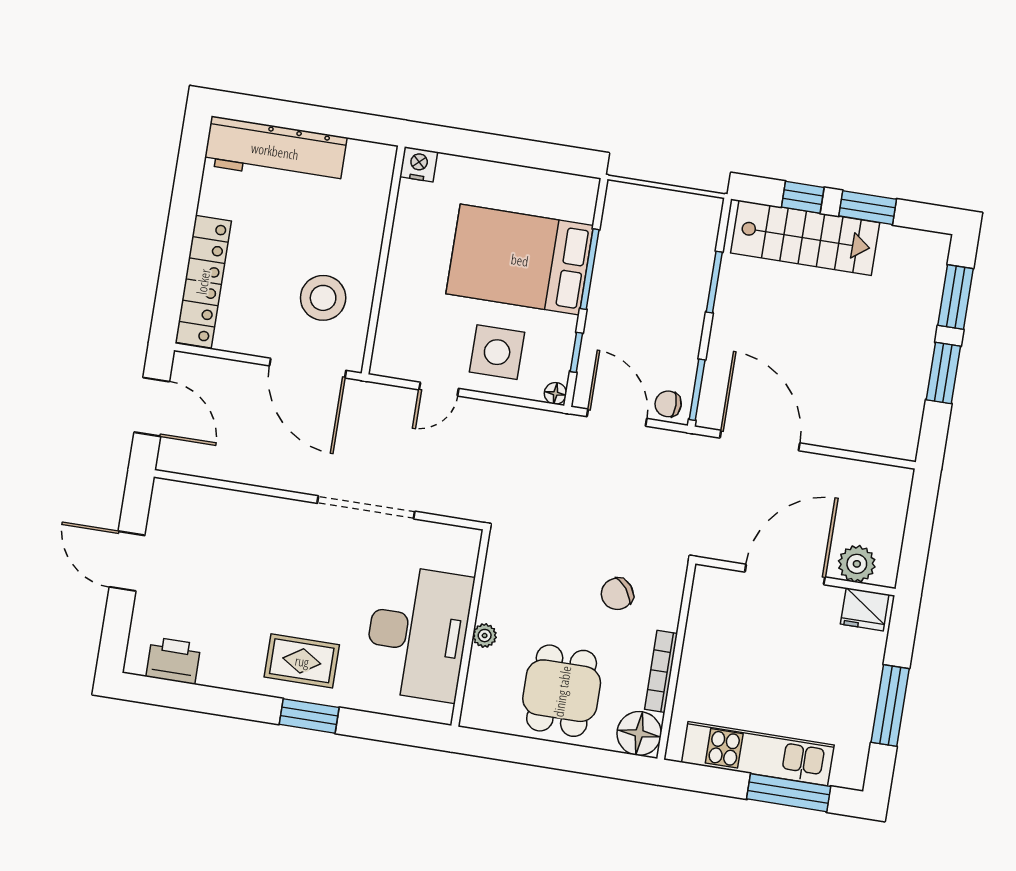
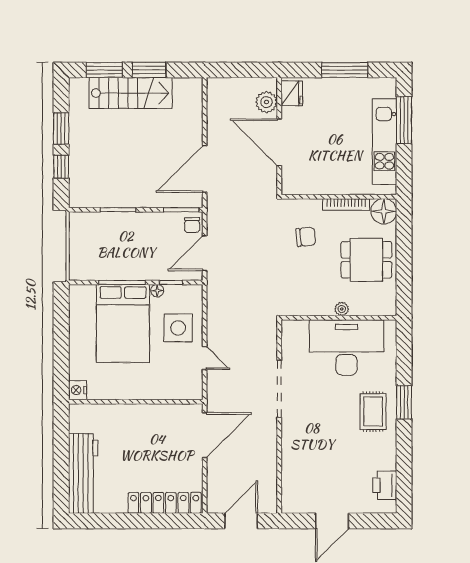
stairs: (805, 238) -> (131, 93), moved, turned 90
stool: (323, 298) -> (163, 433), removed
floor lamp: (555, 393) -> (157, 291), moved
chair: (617, 594) -> (306, 237), turned -58

